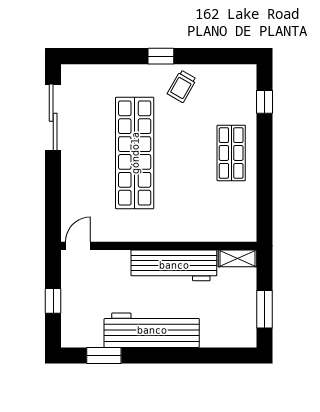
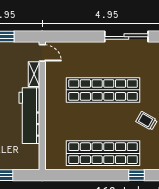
shop shelf: (231, 153) -> (103, 153), width x2.00, depth x1.36
shelving: (237, 258) -> (34, 74), moved

